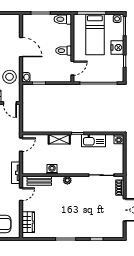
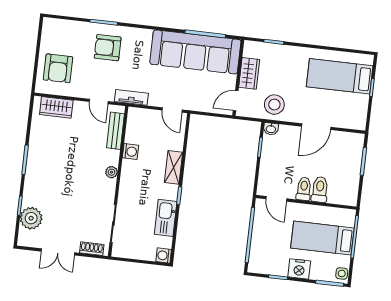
toilet: (63, 19) -> (320, 189), moved
plant: (104, 230) -> (31, 218), added

